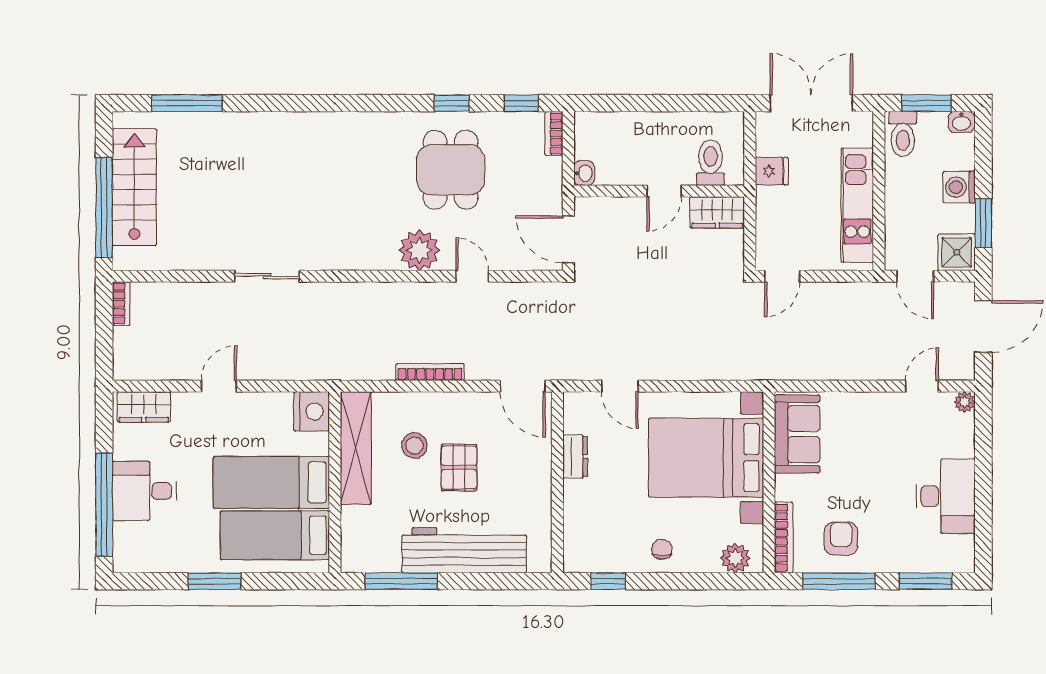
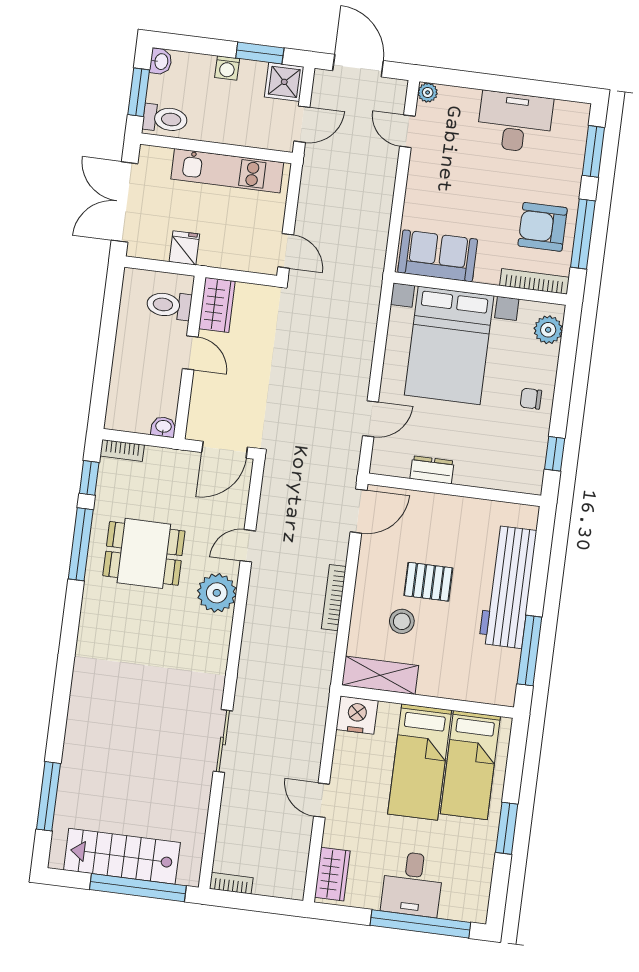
window: (452, 103) -> (81, 544), width x2.17
washing machine: (959, 187) -> (227, 68), width x0.73, depth x0.73
shelving: (356, 448) -> (380, 675), width x0.68
armchair: (841, 539) -> (543, 227), width x1.38, depth x1.38

